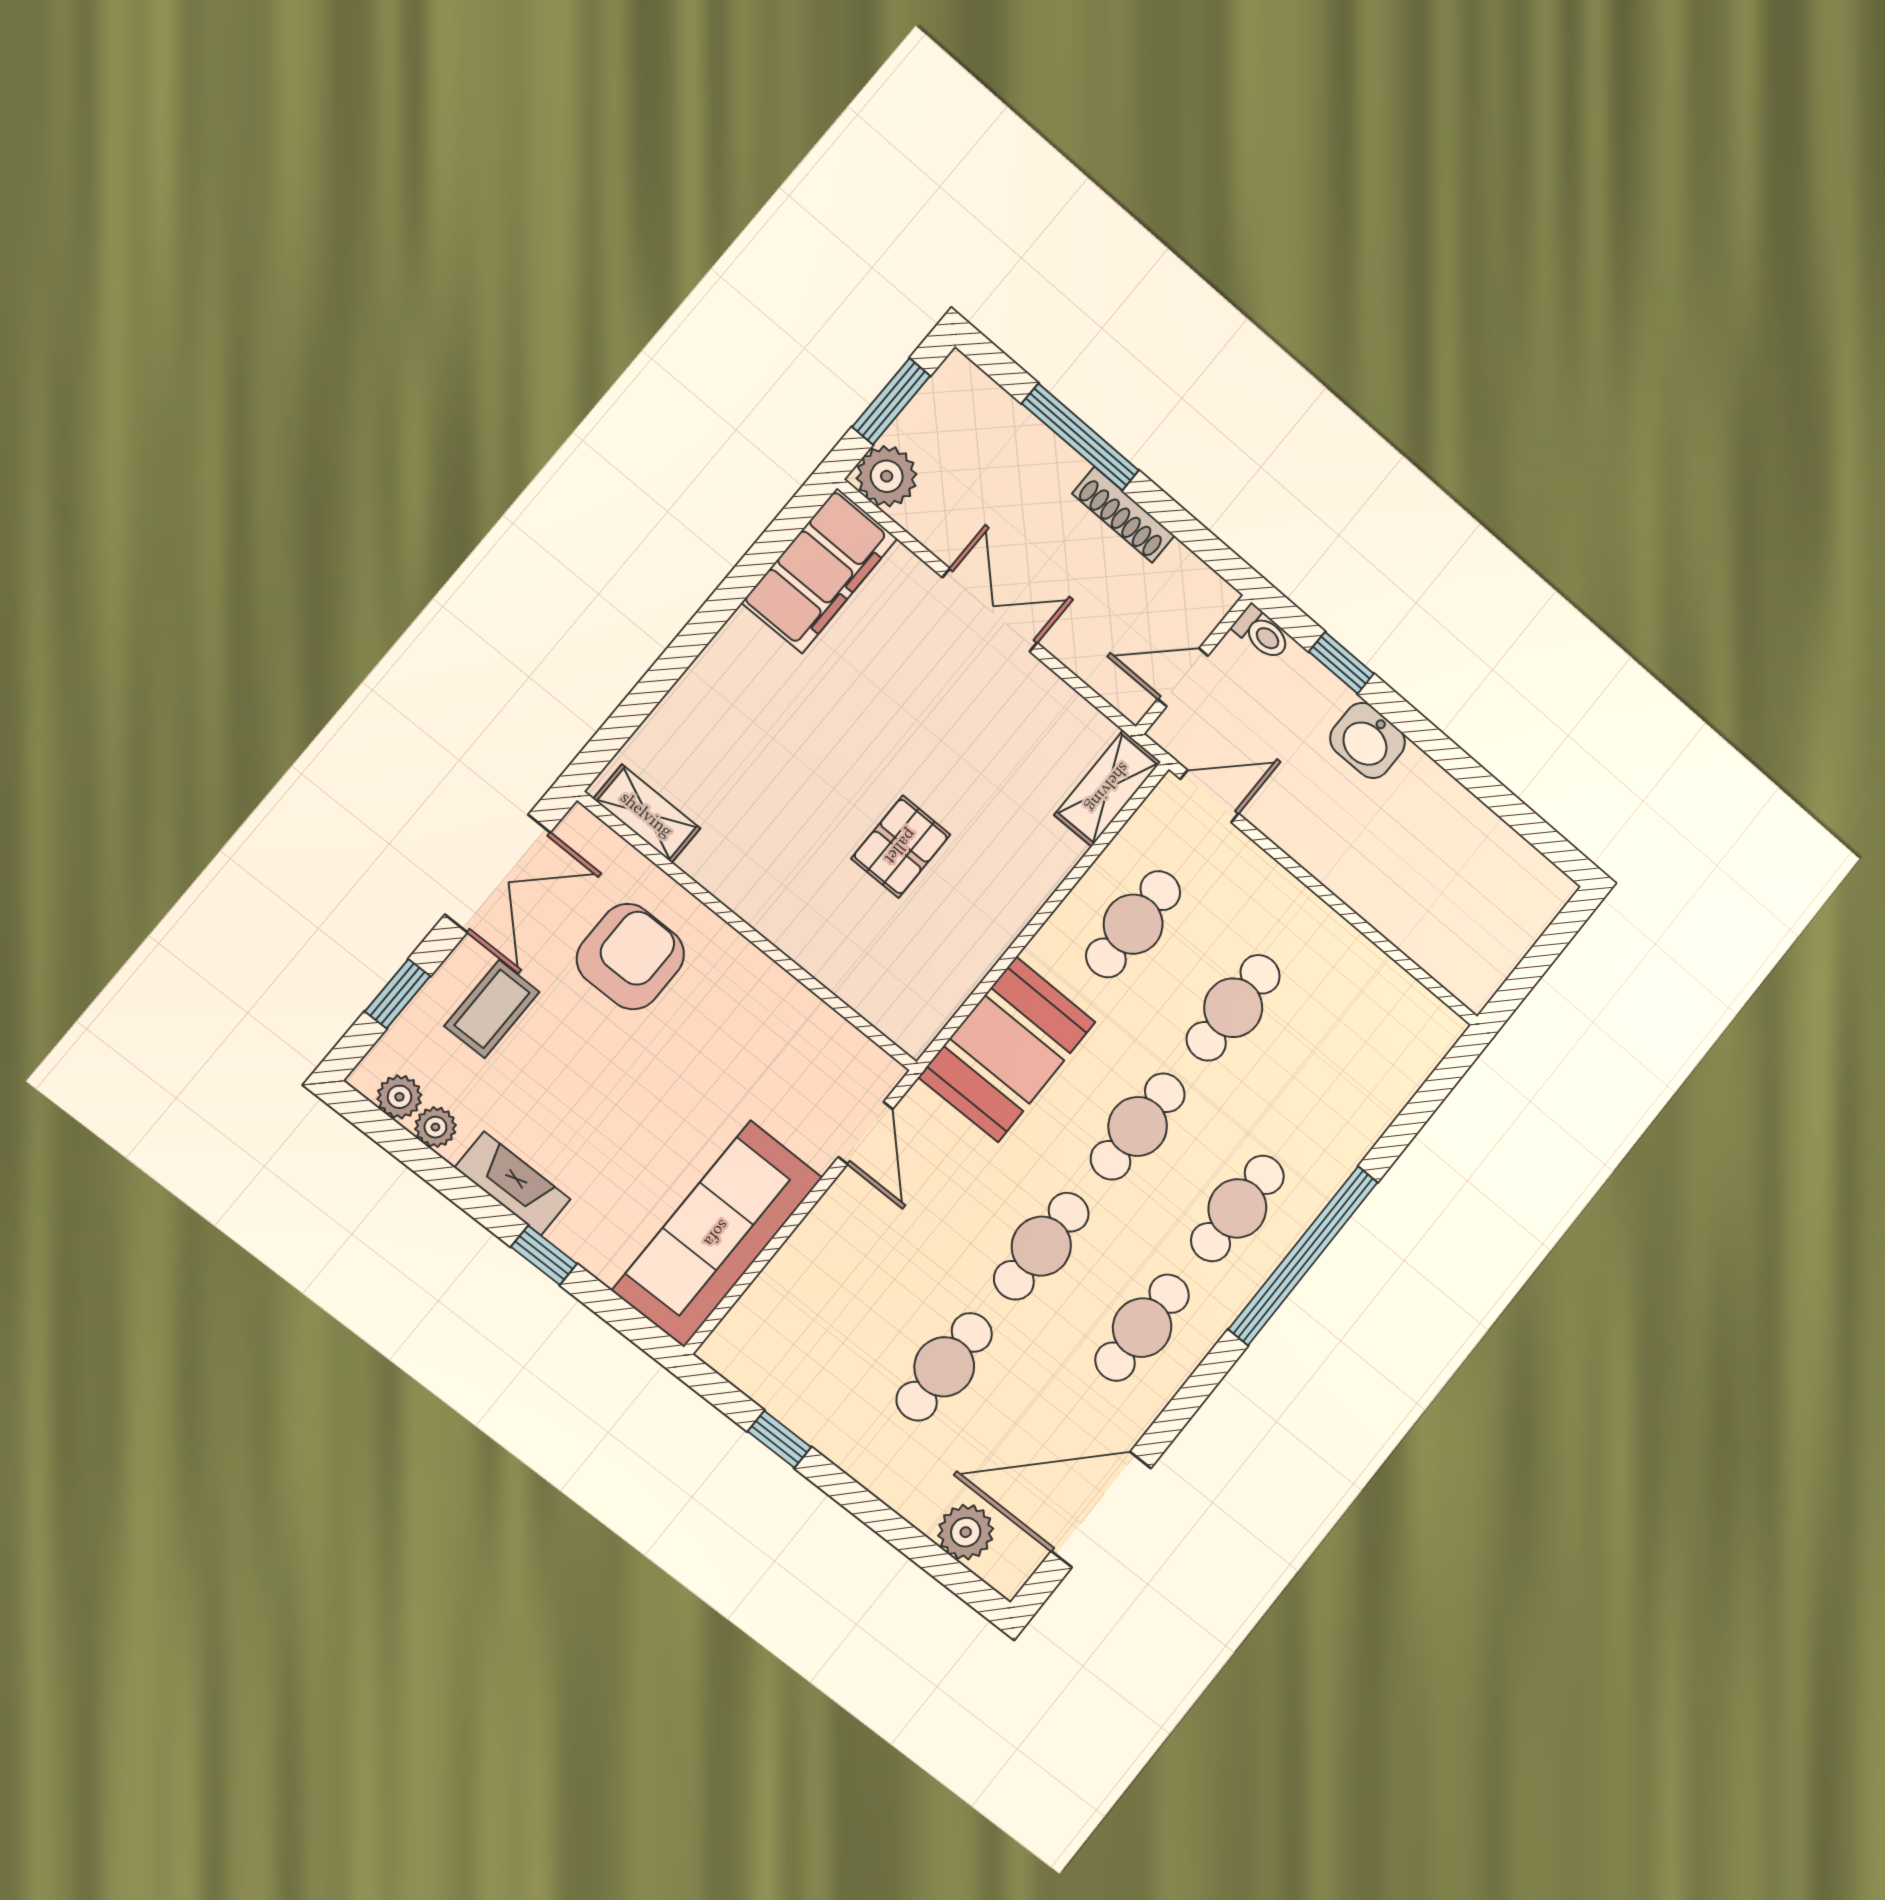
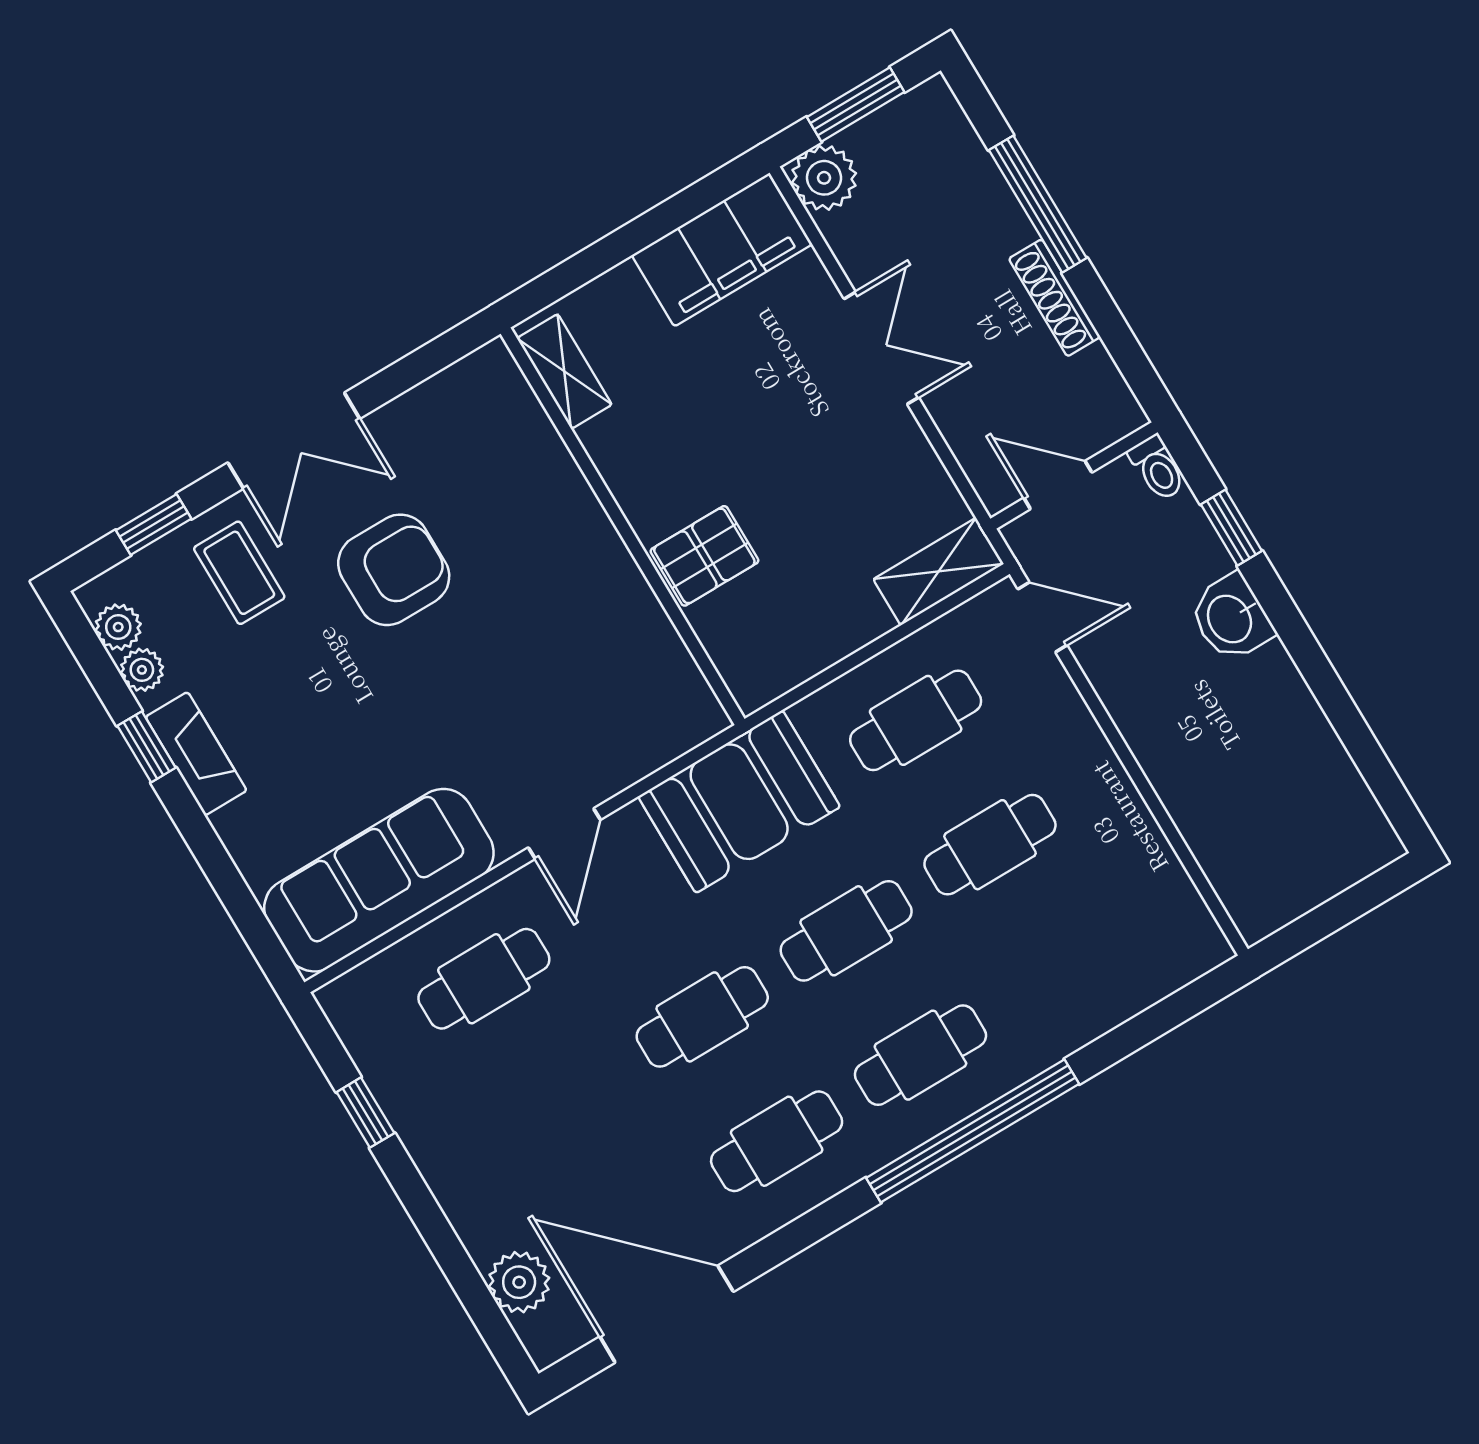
shelving: (647, 814) -> (564, 371), moved
wall: (749, 932) -> (623, 526), moved
coffee table: (492, 1009) -> (239, 573), turned 90
window: (544, 1255) -> (146, 747), moved
cafe table: (944, 1367) -> (484, 979), moved

